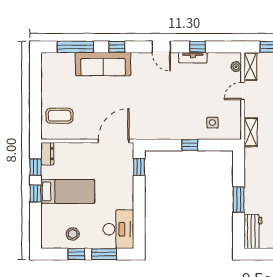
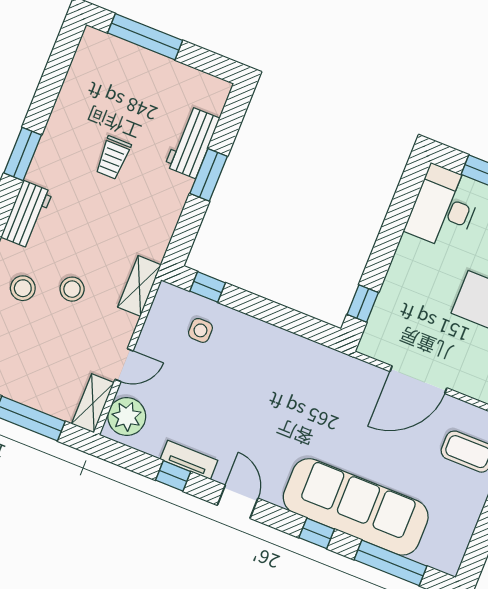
sofa: (103, 64) -> (356, 507), width x1.36, depth x1.27
plant: (236, 67) -> (127, 417), width x1.88, depth x1.88
door: (114, 141) -> (418, 380), moved
window: (190, 145) -> (208, 287), moved
workbench: (253, 232) -> (192, 142), moved

